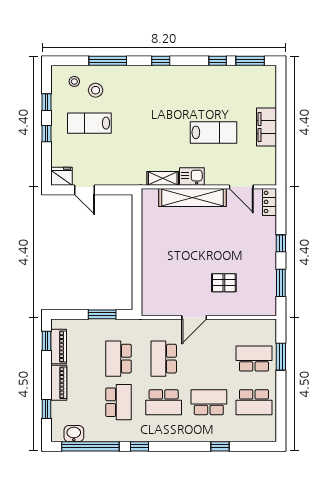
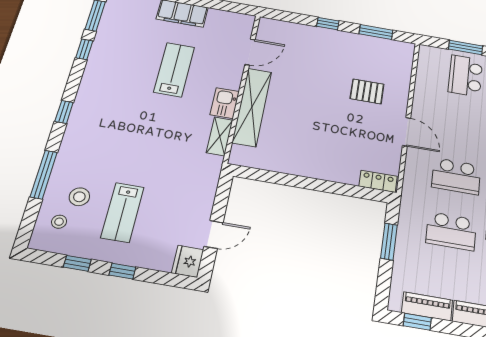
locker: (269, 202) -> (378, 181), moved, turned 180
pallet: (224, 283) -> (367, 91), turned 90

